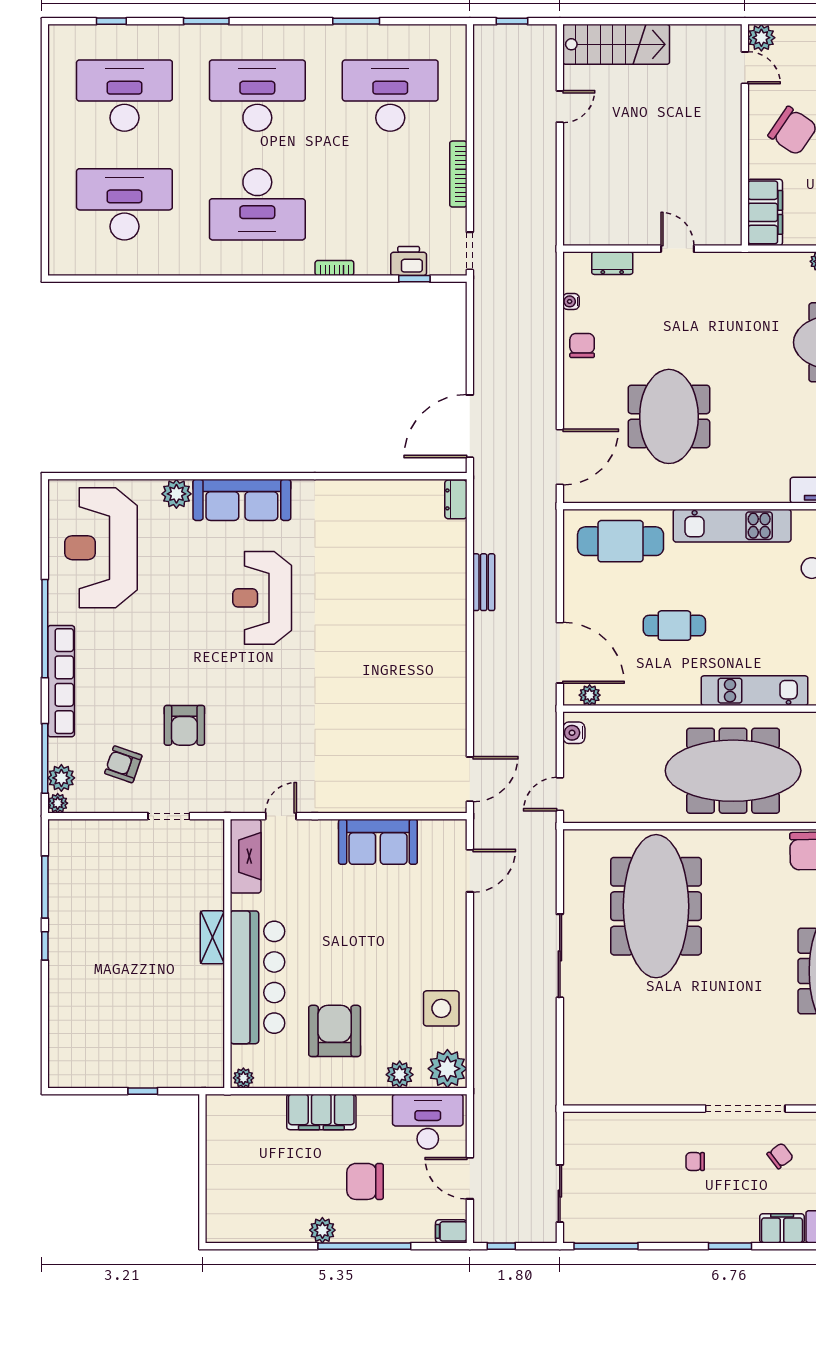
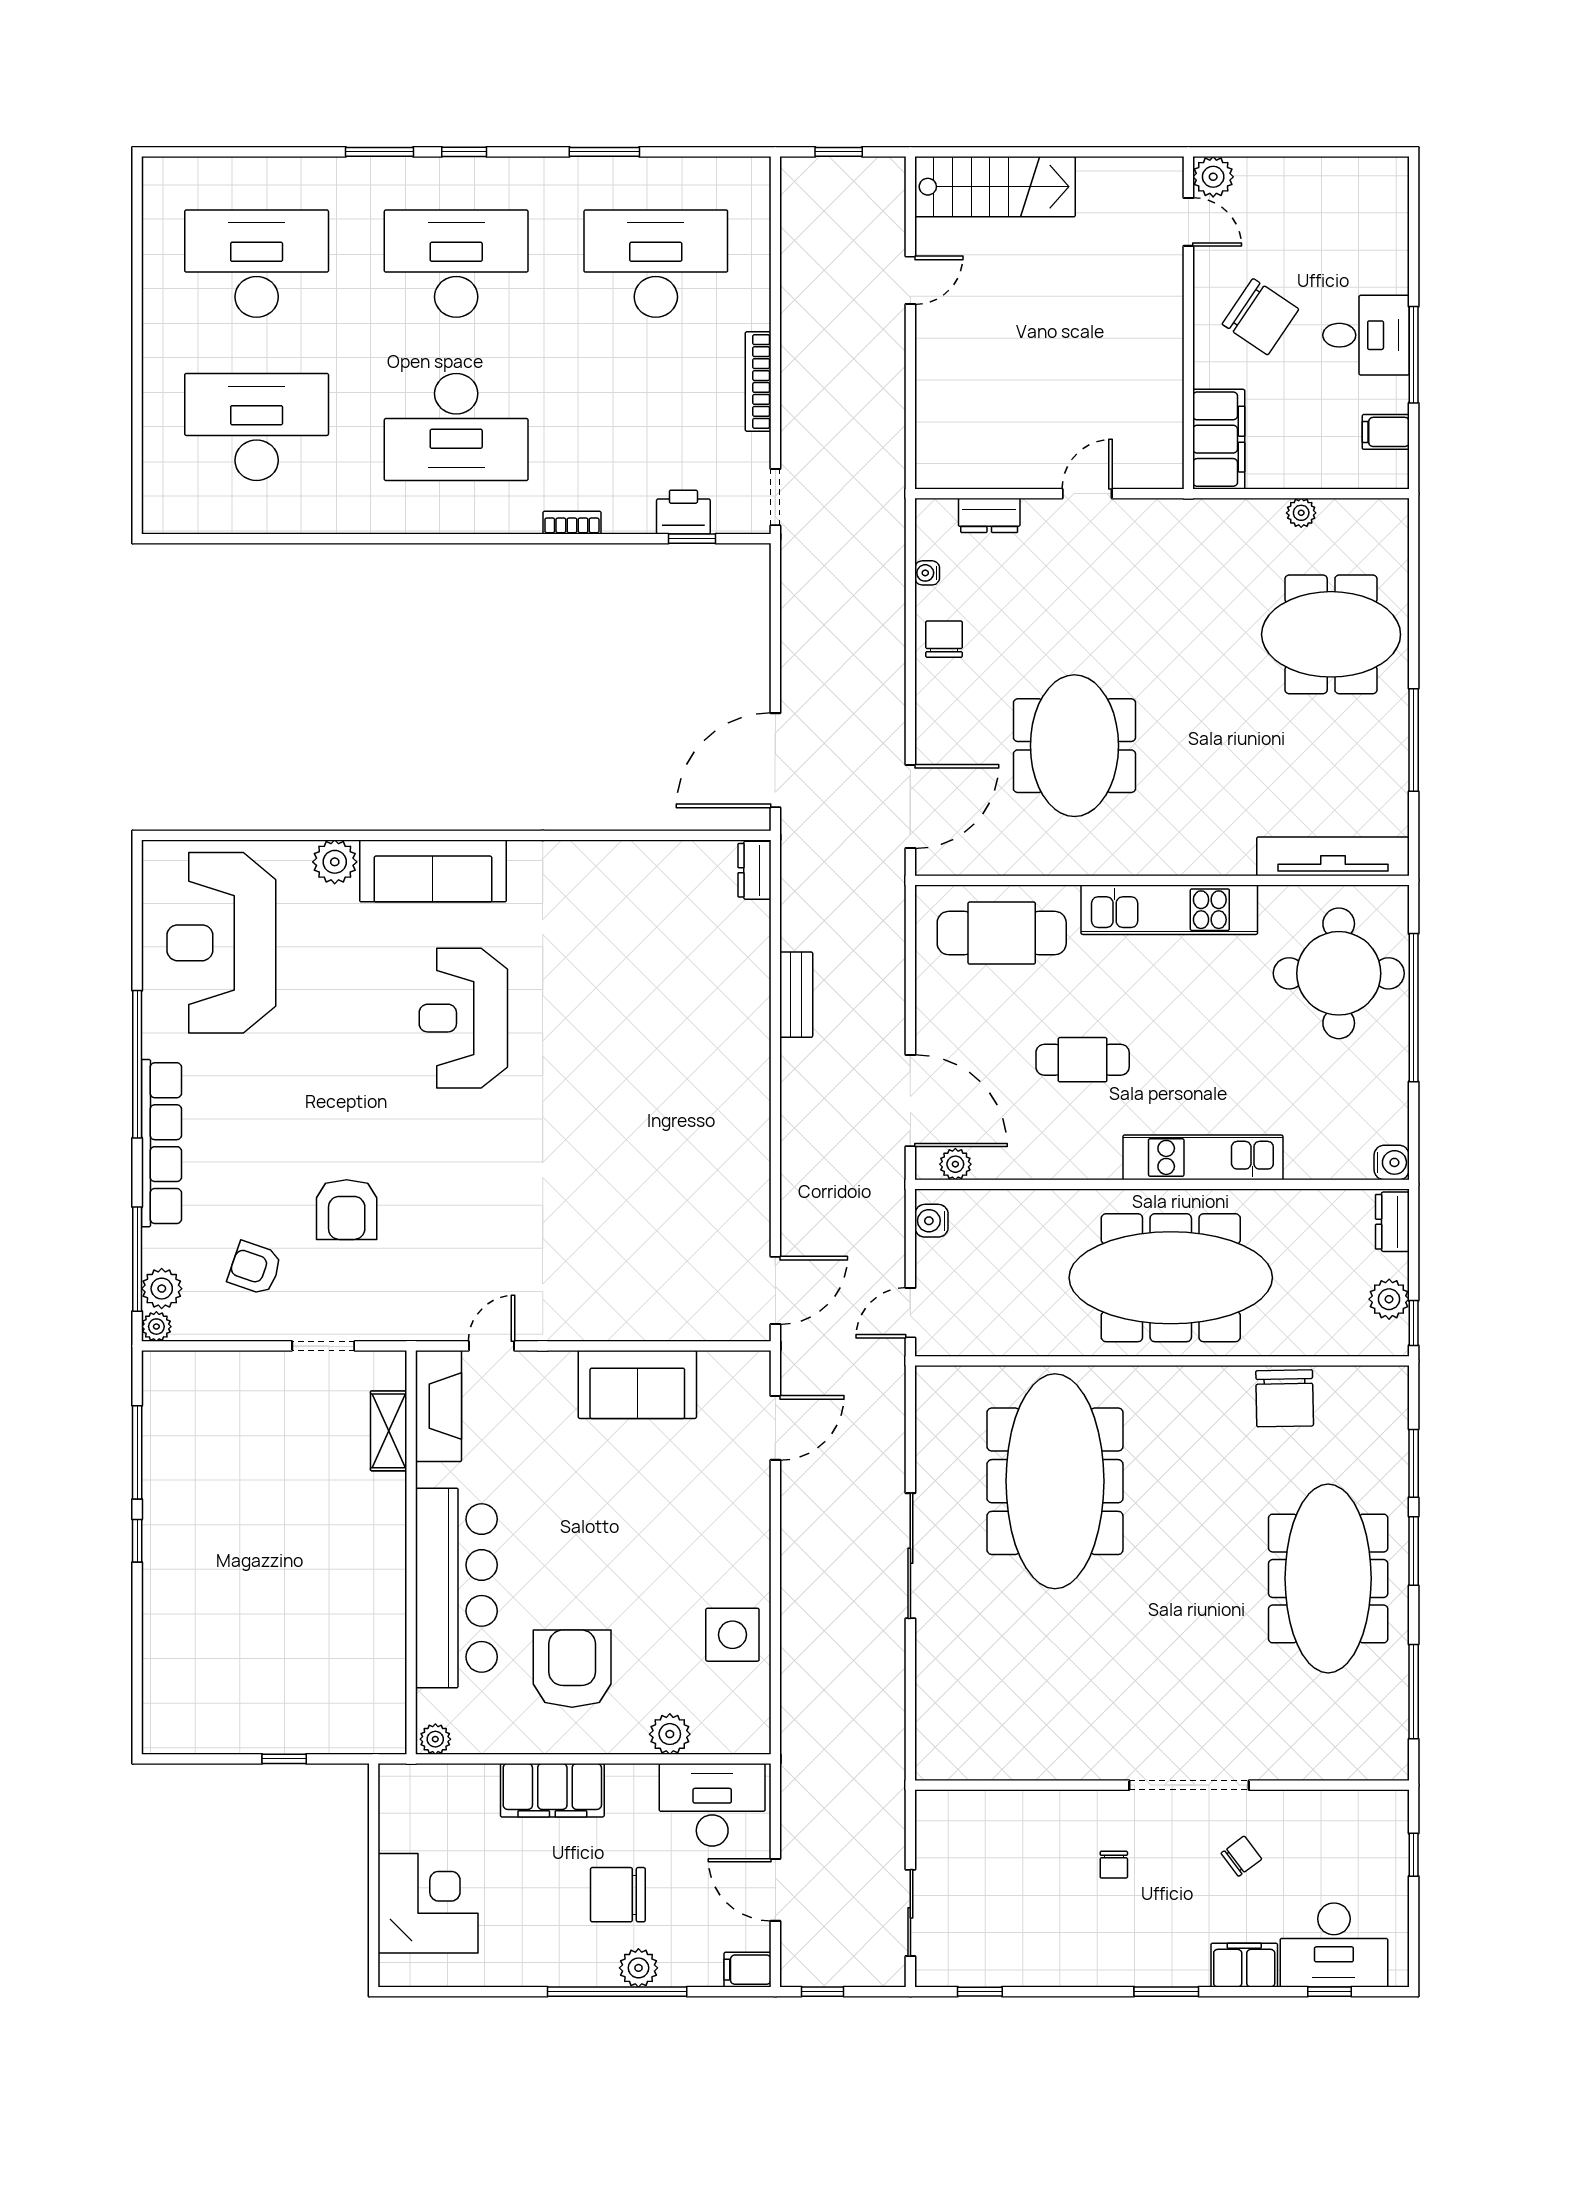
window: (111, 21) -> (464, 152), moved
door: (677, 249) -> (1087, 494), hinge flipped
shelving: (212, 937) -> (389, 1431), moved
plant: (447, 1069) -> (742, 1725), removed
chair: (695, 1162) -> (1114, 1865), turned -90
corner desk: (239, 1187) -> (428, 1903), added
plant: (322, 1230) -> (638, 1968), moved
window: (606, 1246) -> (980, 1992), width x0.46

